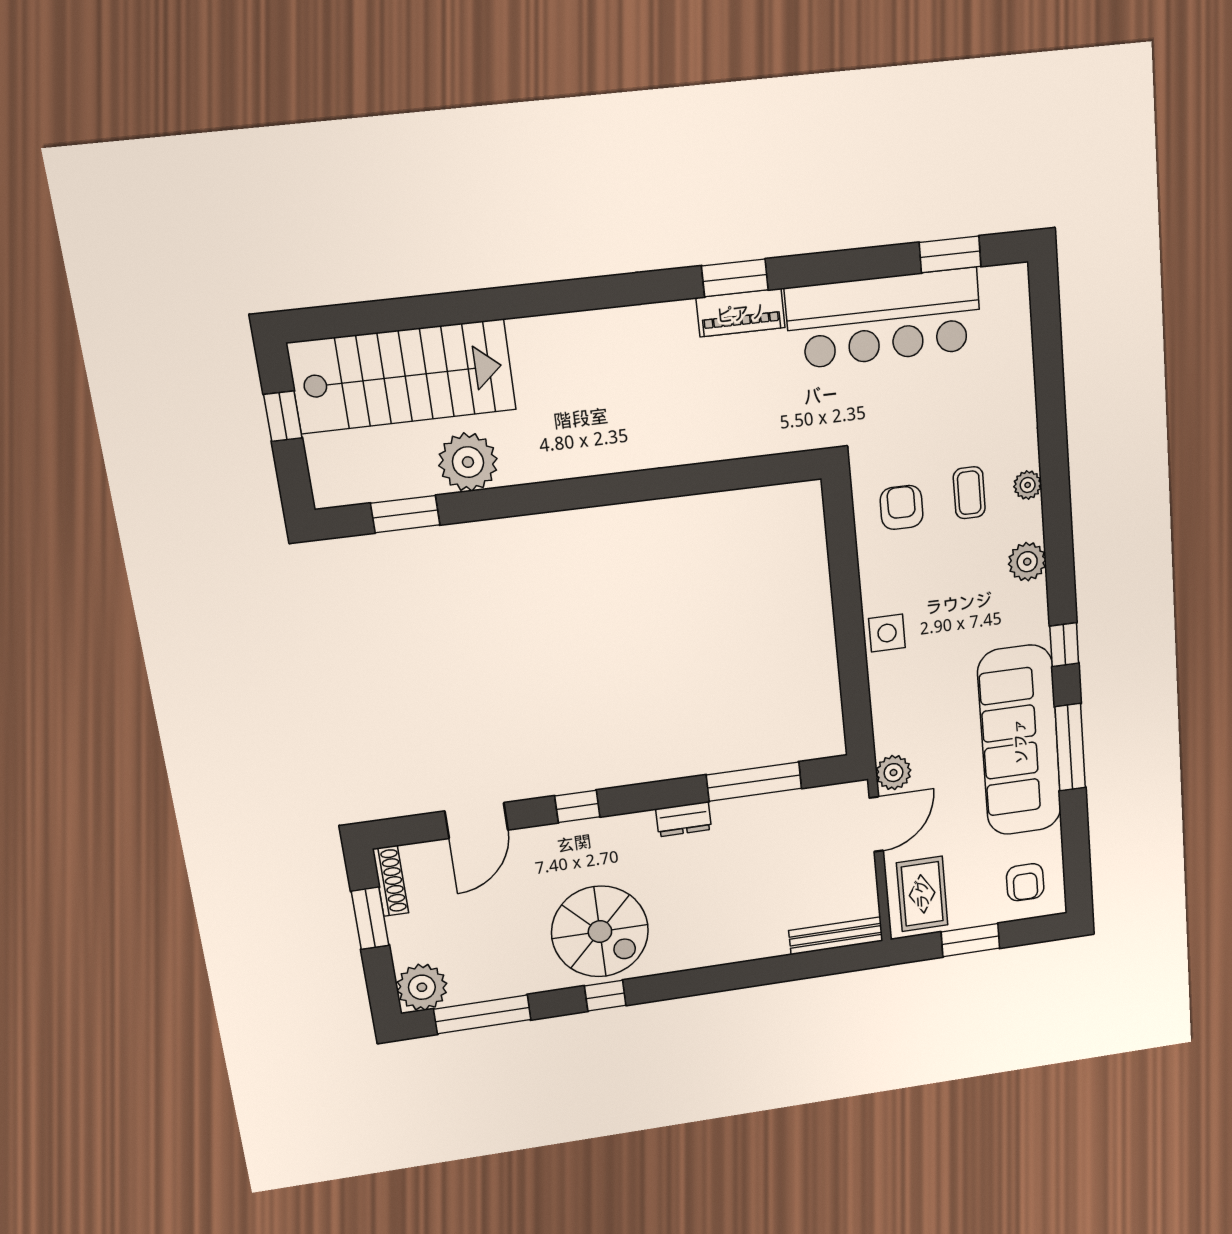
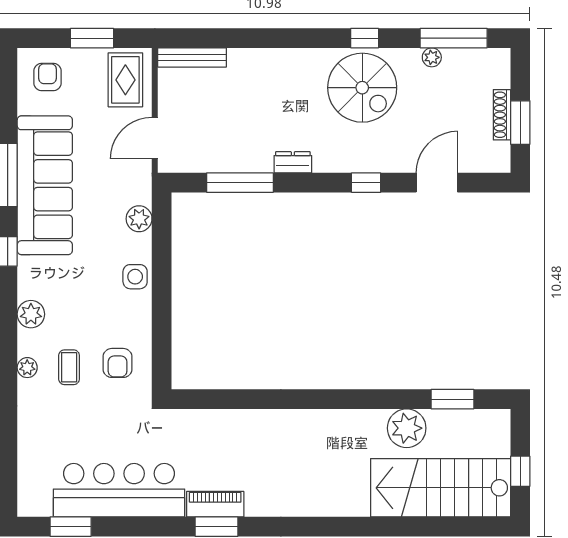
plant: (893, 773) -> (139, 219), moved
shoe rack: (391, 881) -> (502, 115), moved
spiral stairs: (600, 932) -> (362, 88), turned 180
plant: (422, 987) -> (432, 57), moved, width x0.53, depth x0.53

